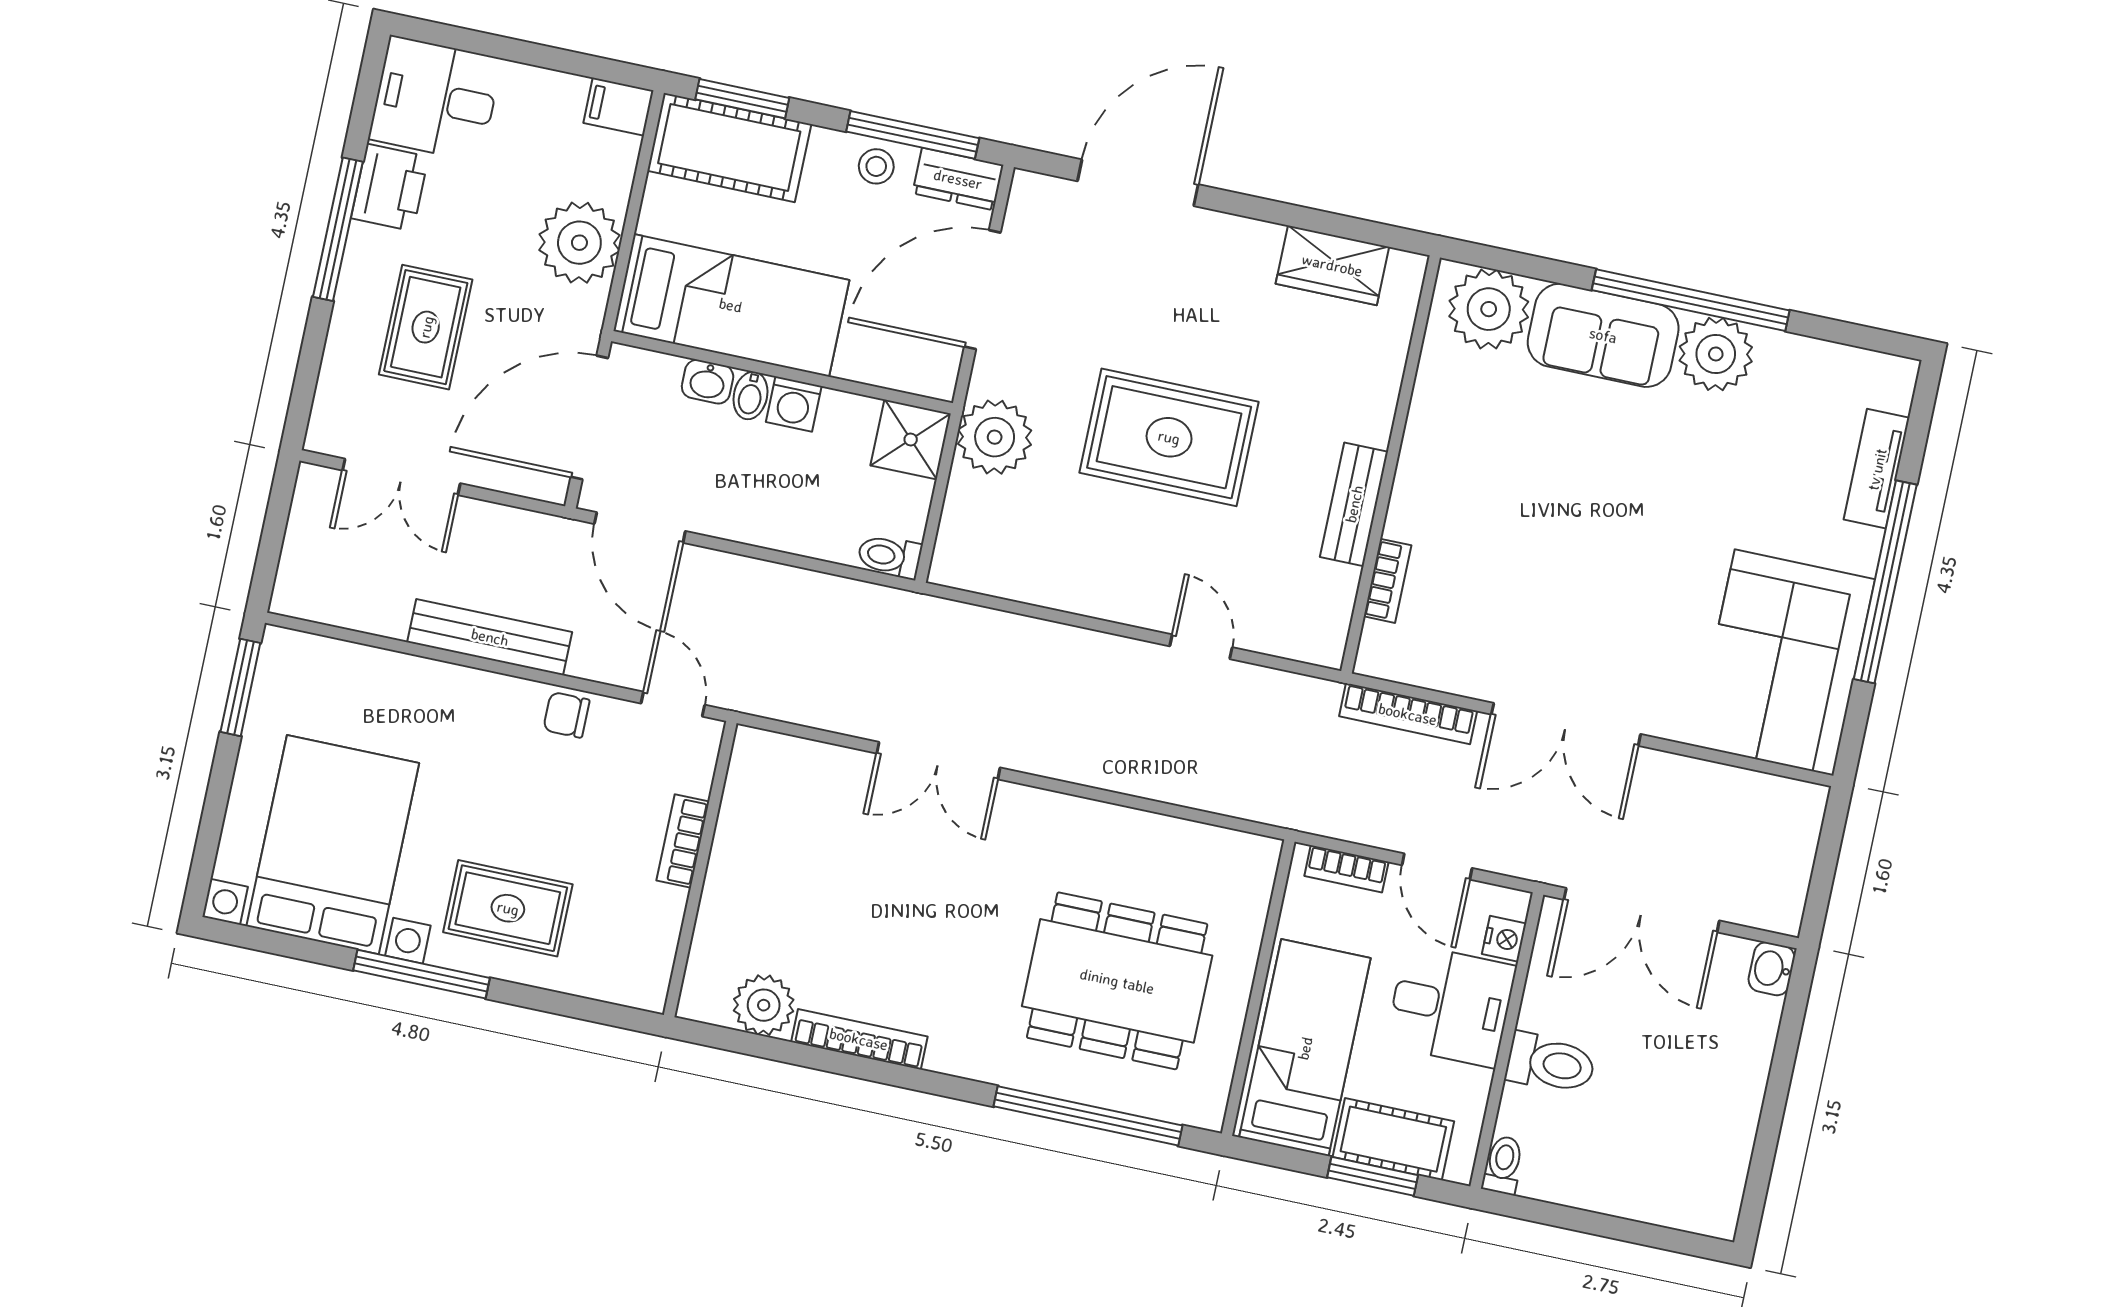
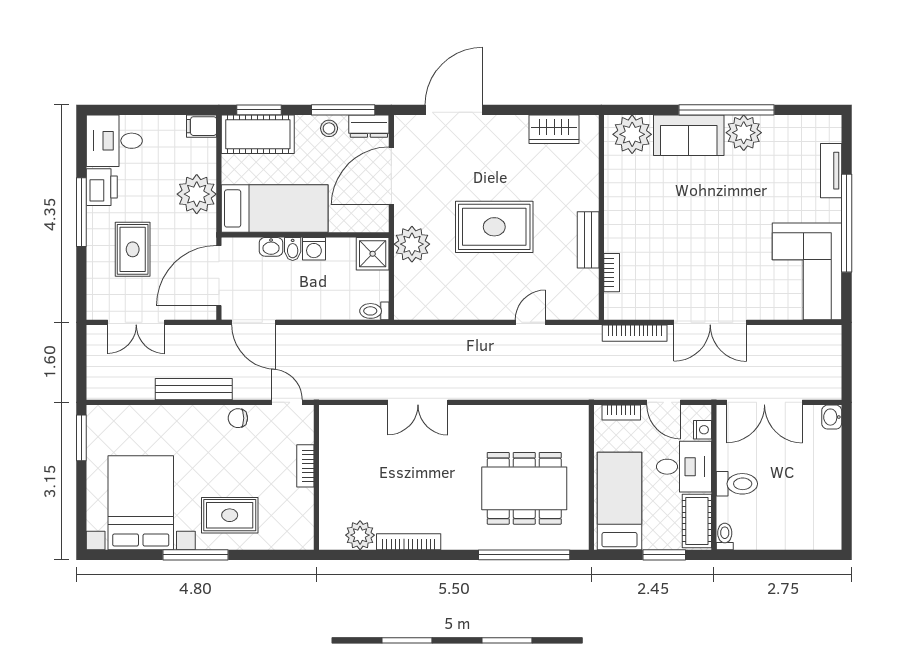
door: (1201, 647) -> (530, 322), hinge flipped
cot: (1393, 1139) -> (697, 521), moved, turned 90

